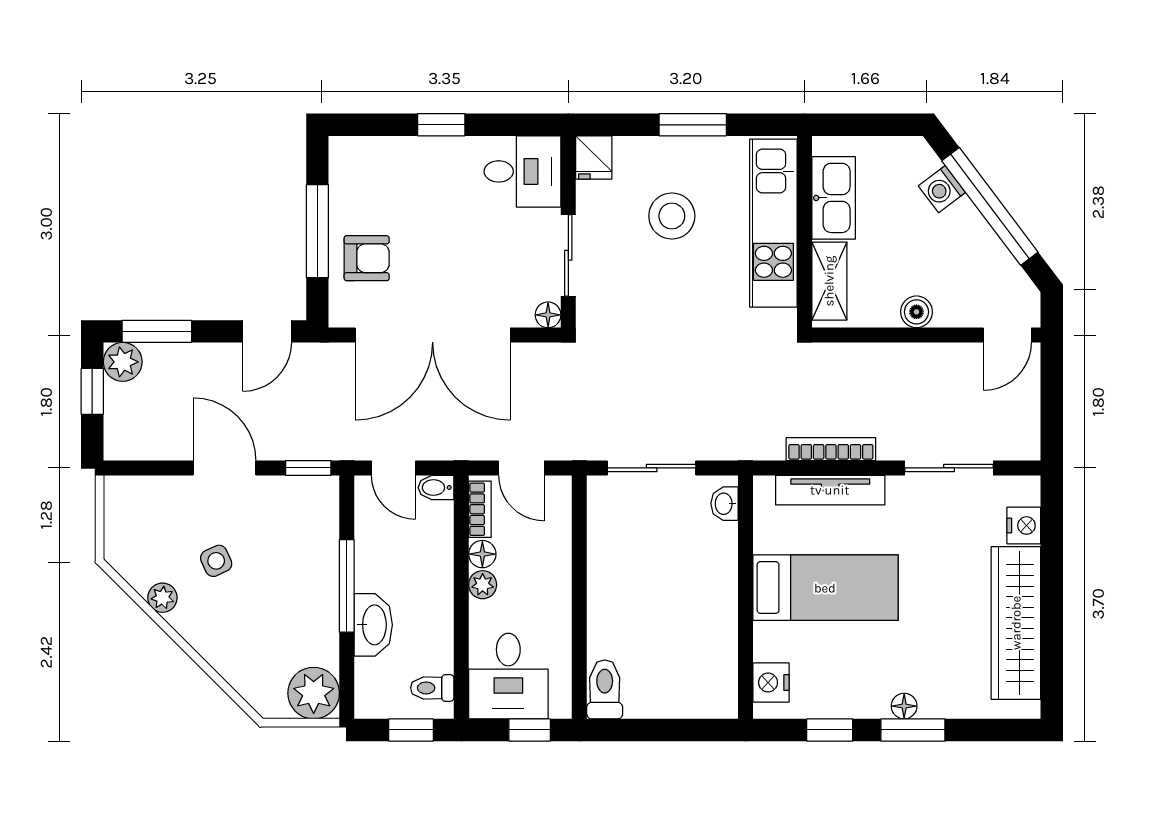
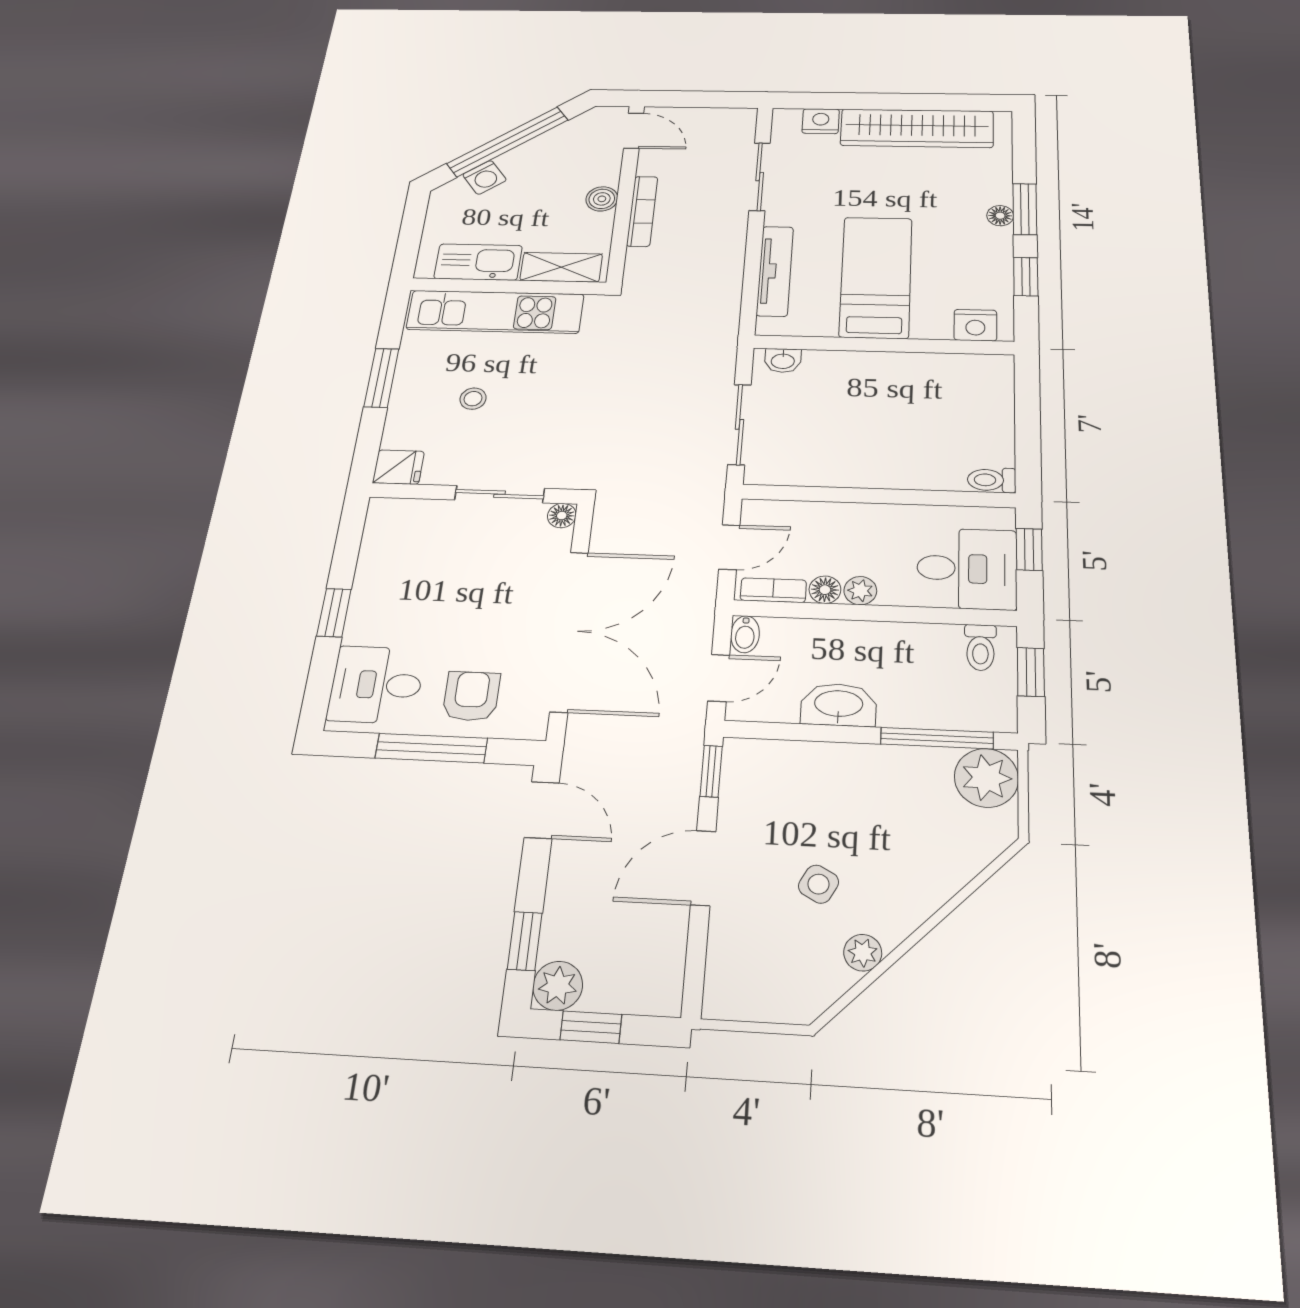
desk: (522, 171) -> (376, 685), moved, turned -90
stool: (672, 216) -> (473, 399), width x0.53, depth x0.53
window: (157, 331) -> (525, 941), width x0.67
bookcase: (831, 449) -> (642, 211), moved, turned 180
side table: (216, 561) -> (819, 884), turned -36
window: (347, 586) -> (937, 738), moved
washbasin: (373, 625) -> (839, 705), moved
toilet: (605, 689) -> (992, 480), width x0.73, depth x0.72

